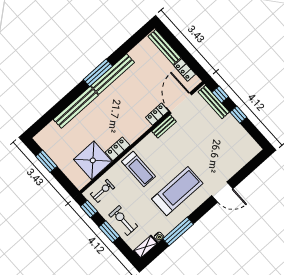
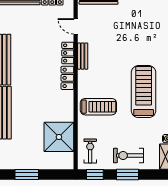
door: (180, 103) -> (76, 26), width x0.53
locker: (118, 149) -> (67, 78), moved

